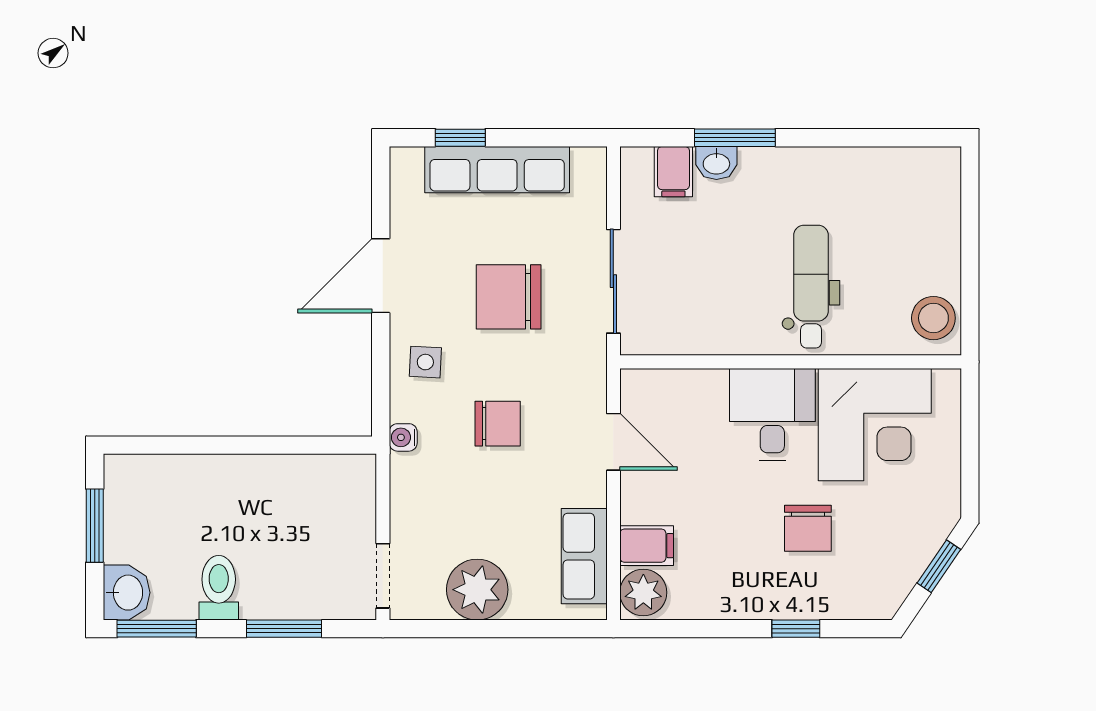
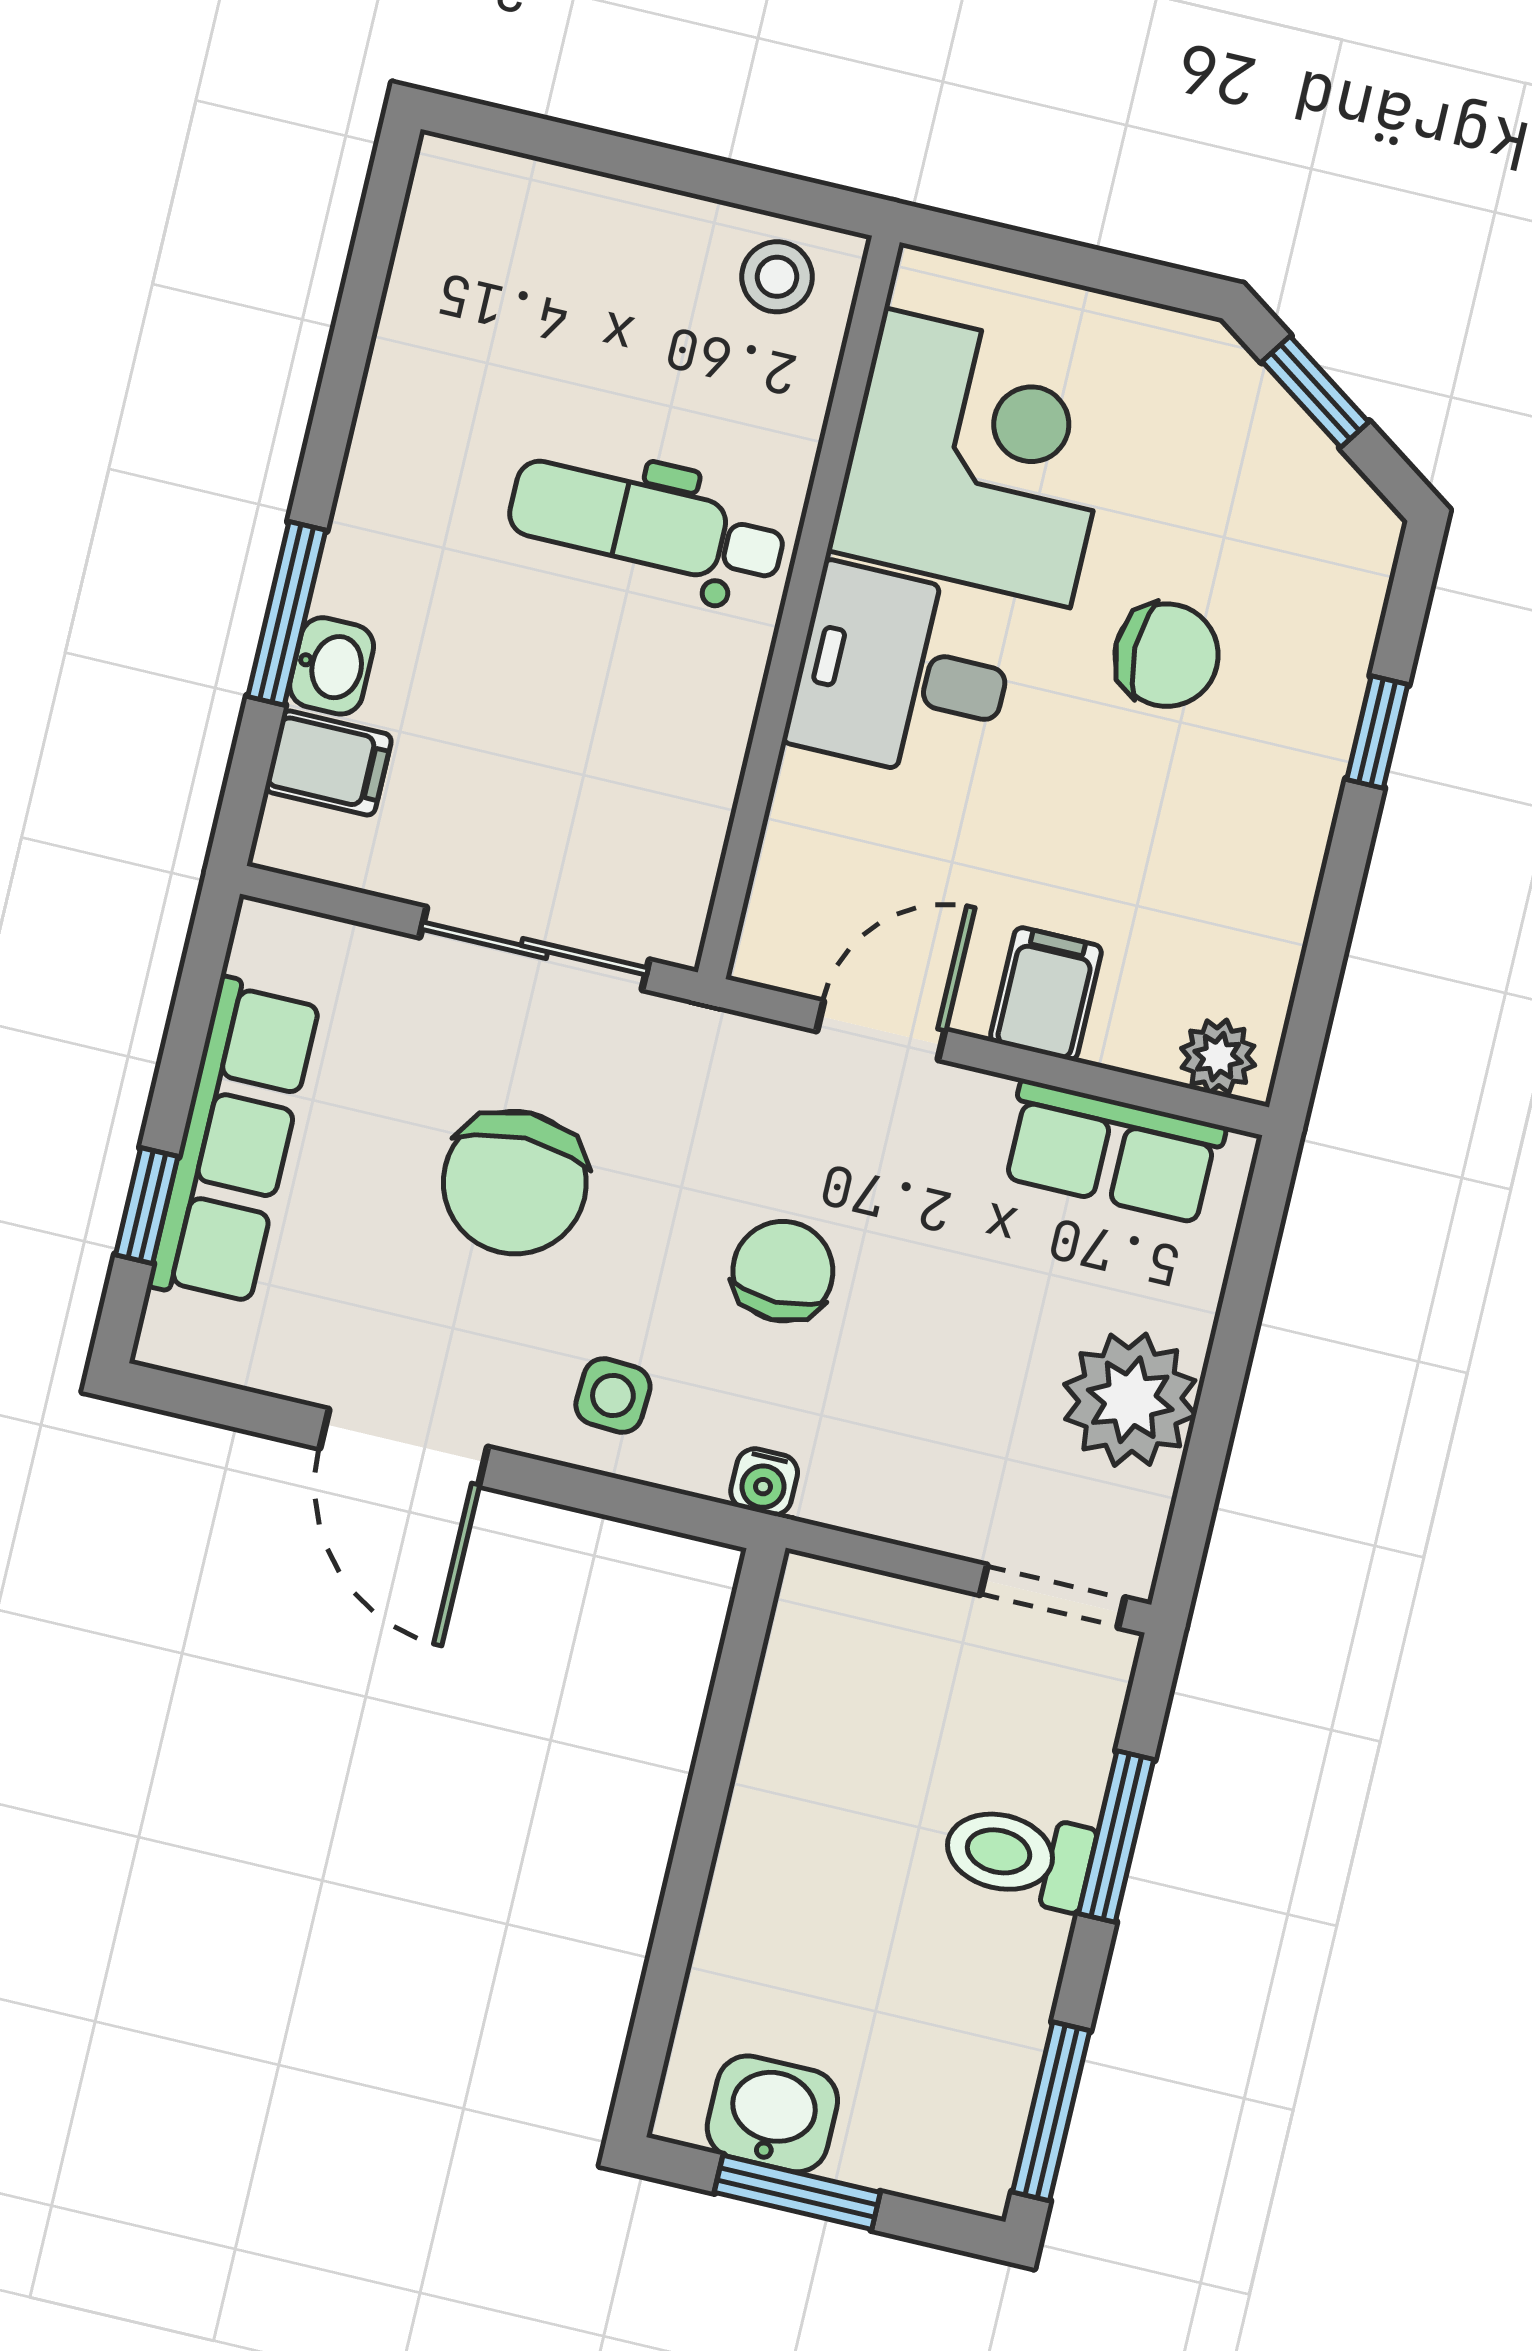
stool: (933, 318) -> (777, 277), width x0.73, depth x0.73
filing cabinet: (647, 546) -> (1046, 994), moved
toilet: (219, 588) -> (1018, 1856), moved
washbasin: (127, 593) -> (772, 2114), moved
plant: (643, 593) -> (1218, 1057), width x0.73, depth x0.73

